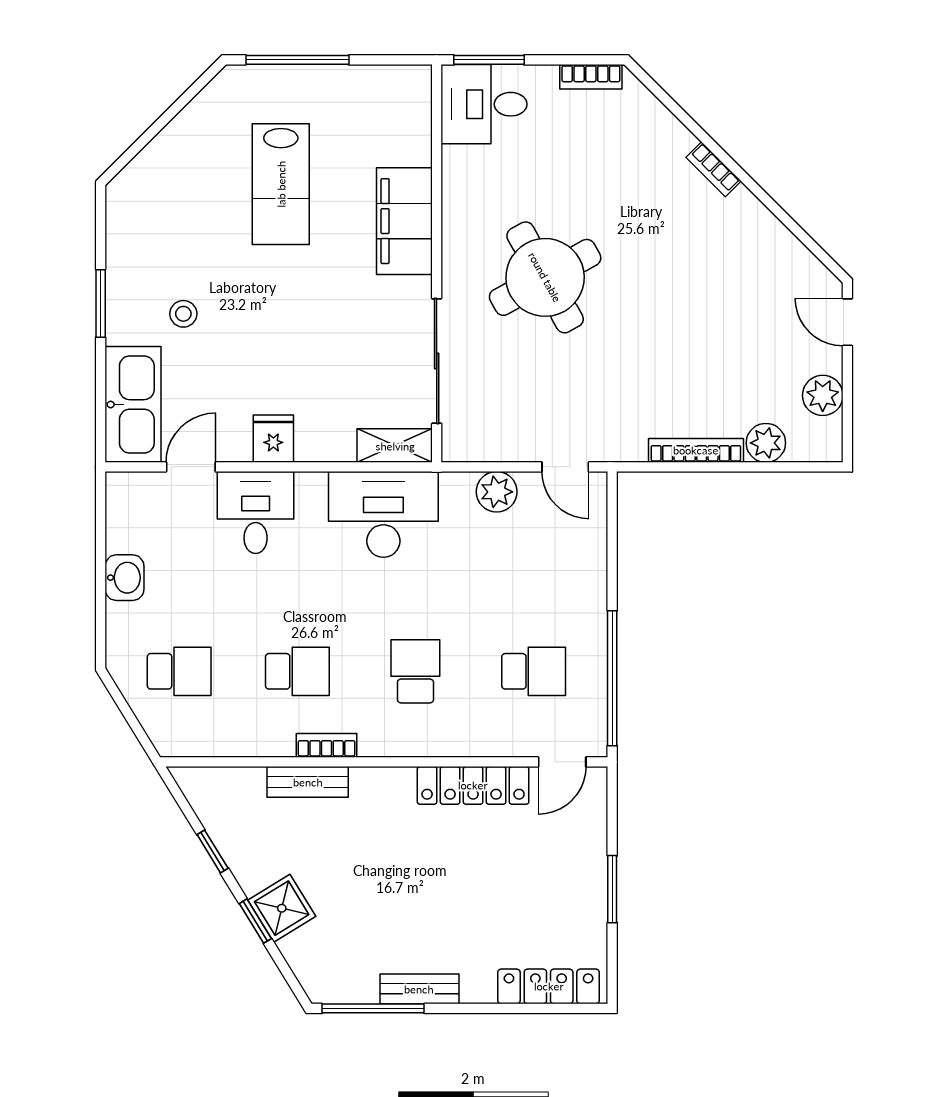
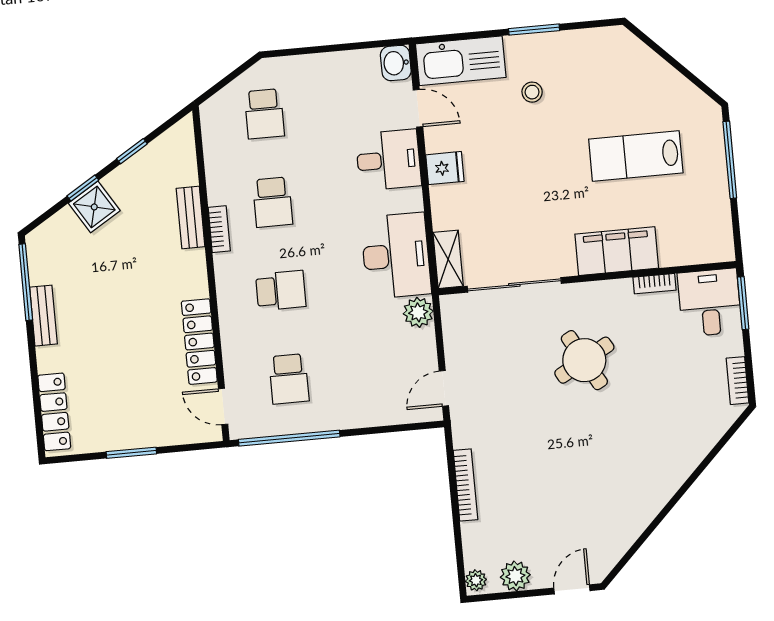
bookcase: (713, 169) -> (655, 284), moved, turned -135
round table: (545, 277) -> (584, 360), width x0.73, depth x0.73
plant: (766, 443) -> (476, 580), moved, width x0.73, depth x0.73
plant: (497, 492) -> (418, 312), moved
washbasin: (124, 578) -> (396, 63), moved, turned 90

